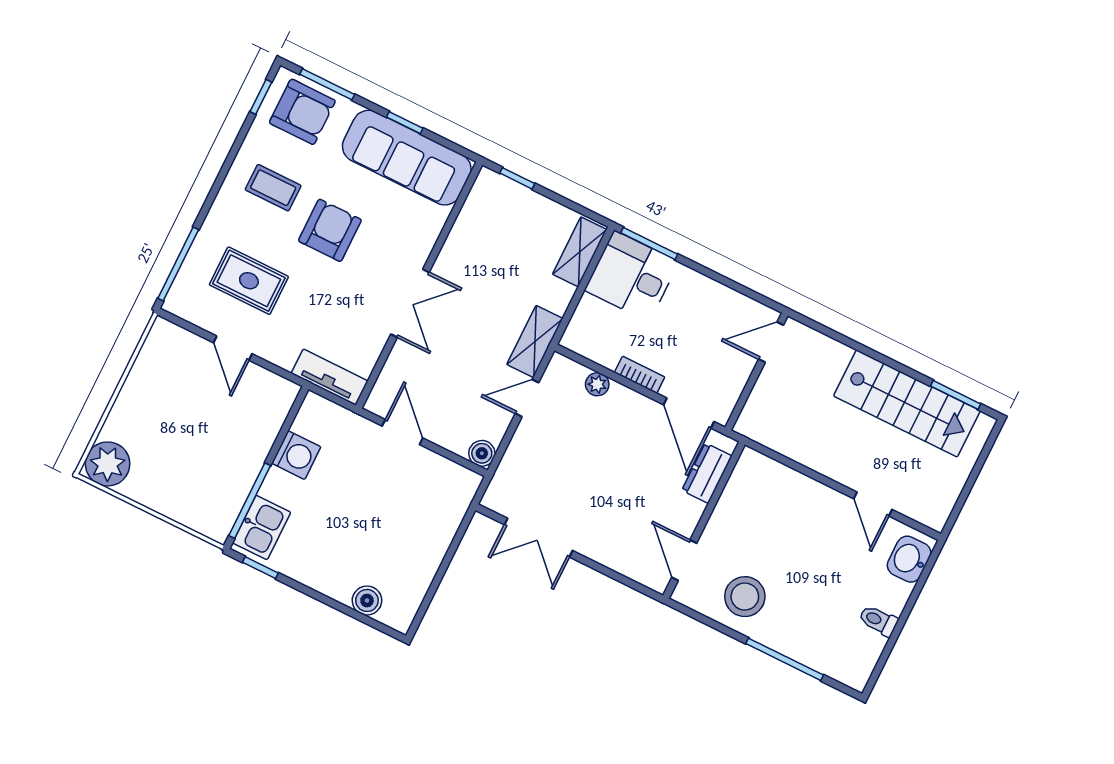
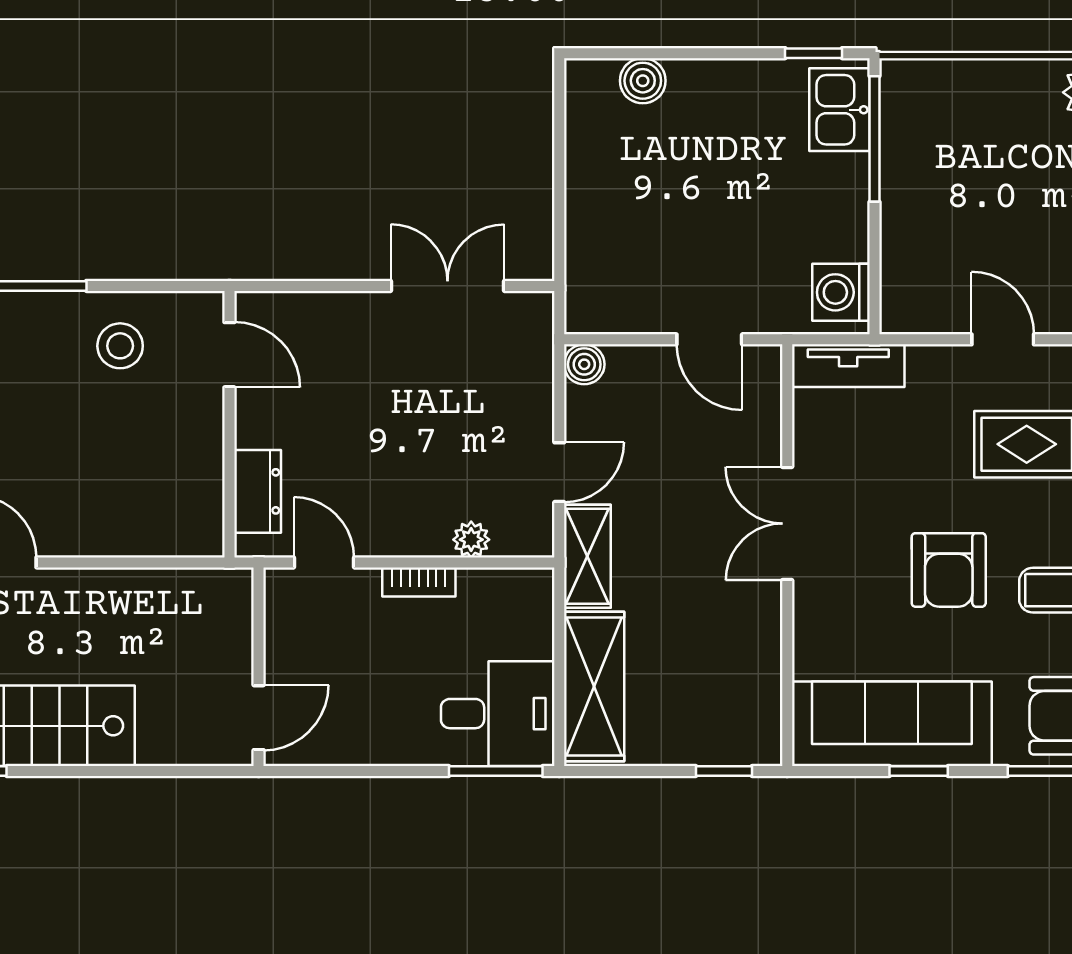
shelving: (580, 252) -> (594, 687), width x1.50, depth x1.33
door: (689, 413) -> (324, 562), width x0.73
washing machine: (296, 455) -> (841, 292), moved
stool: (745, 597) -> (120, 346), width x0.73, depth x0.73

